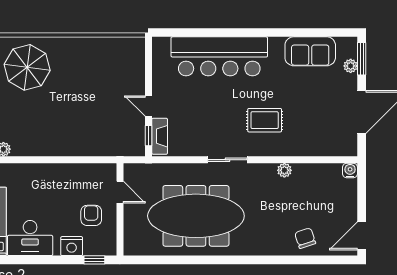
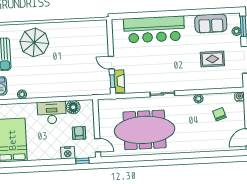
rug: (265, 120) -> (212, 59), moved
floor lamp: (84, 174) -> (73, 107), added
door: (120, 192) -> (98, 145), moved
desk: (30, 238) -> (52, 113), moved, turned 180
chair: (305, 238) -> (219, 114), moved

